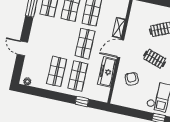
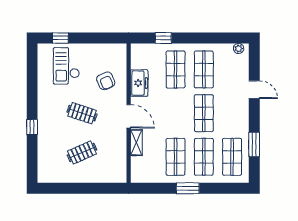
shop shelf: (85, 43) -> (204, 113), moved
door: (120, 49) -> (129, 116), hinge flipped
freezer: (107, 72) -> (139, 83), width x0.71

